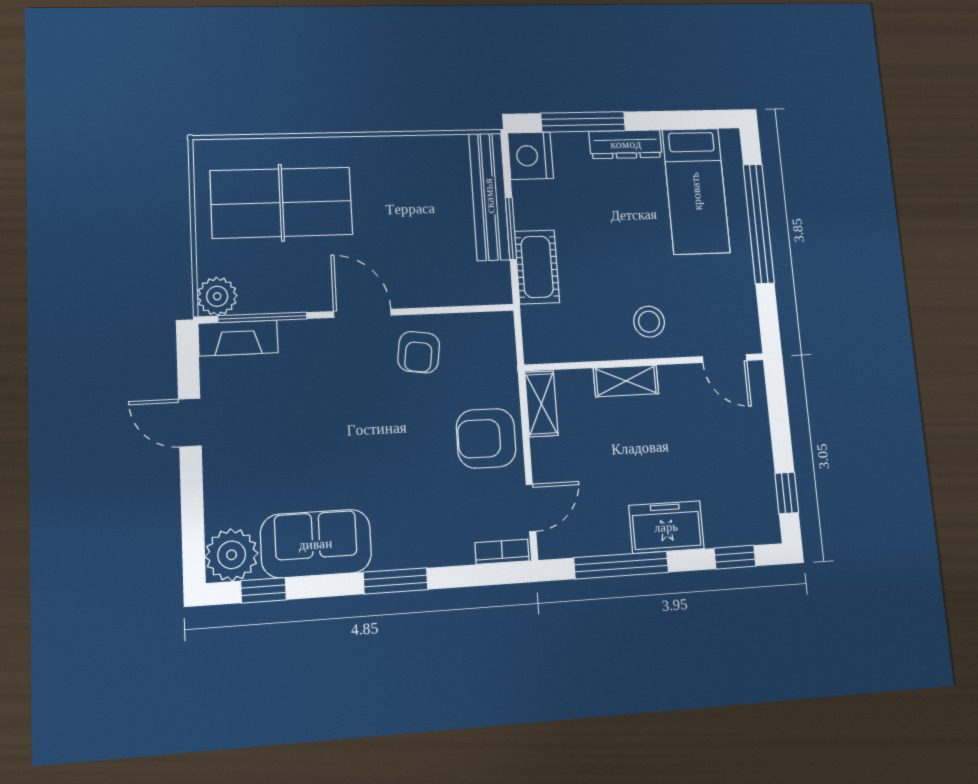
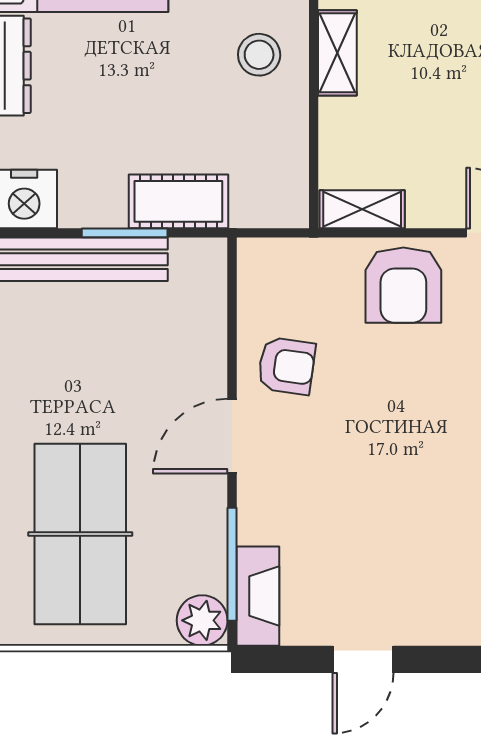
shelving: (626, 381) -> (337, 53), moved

